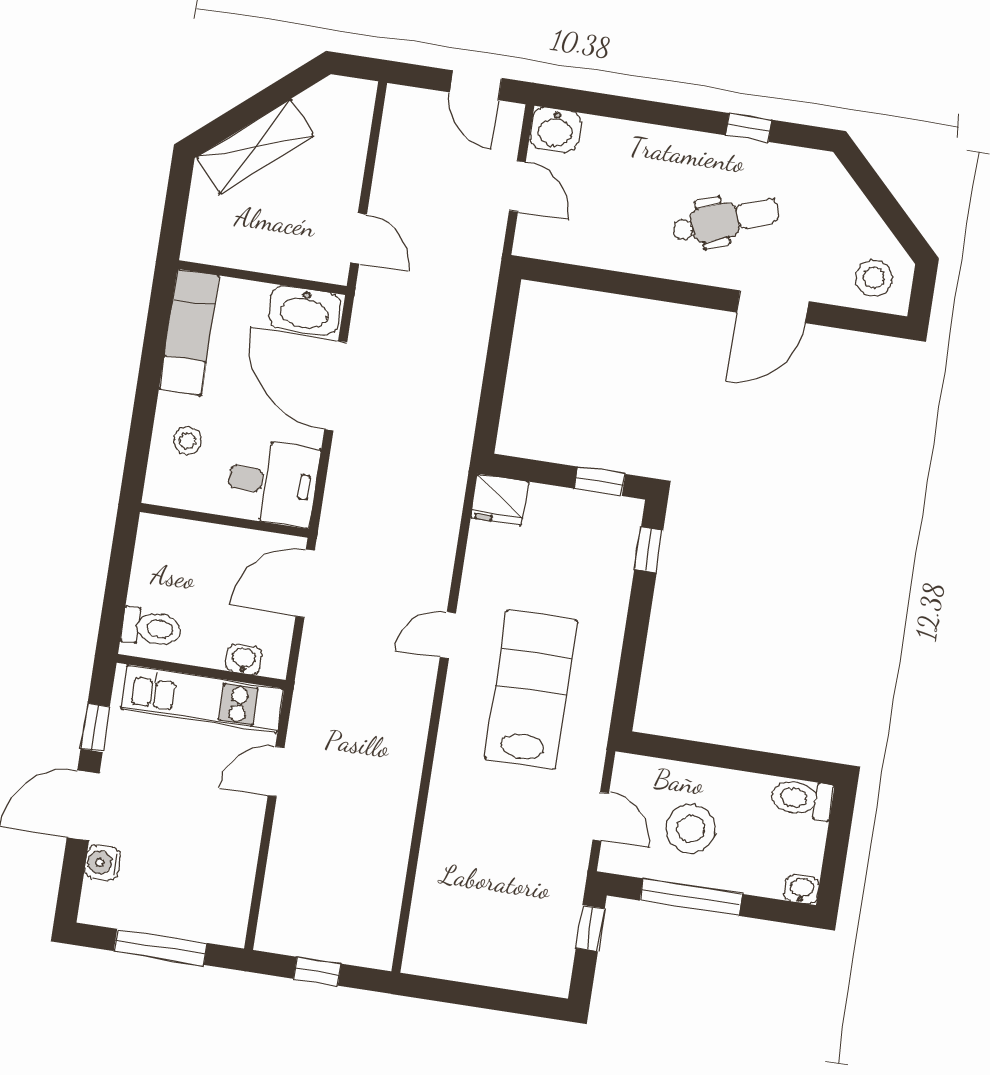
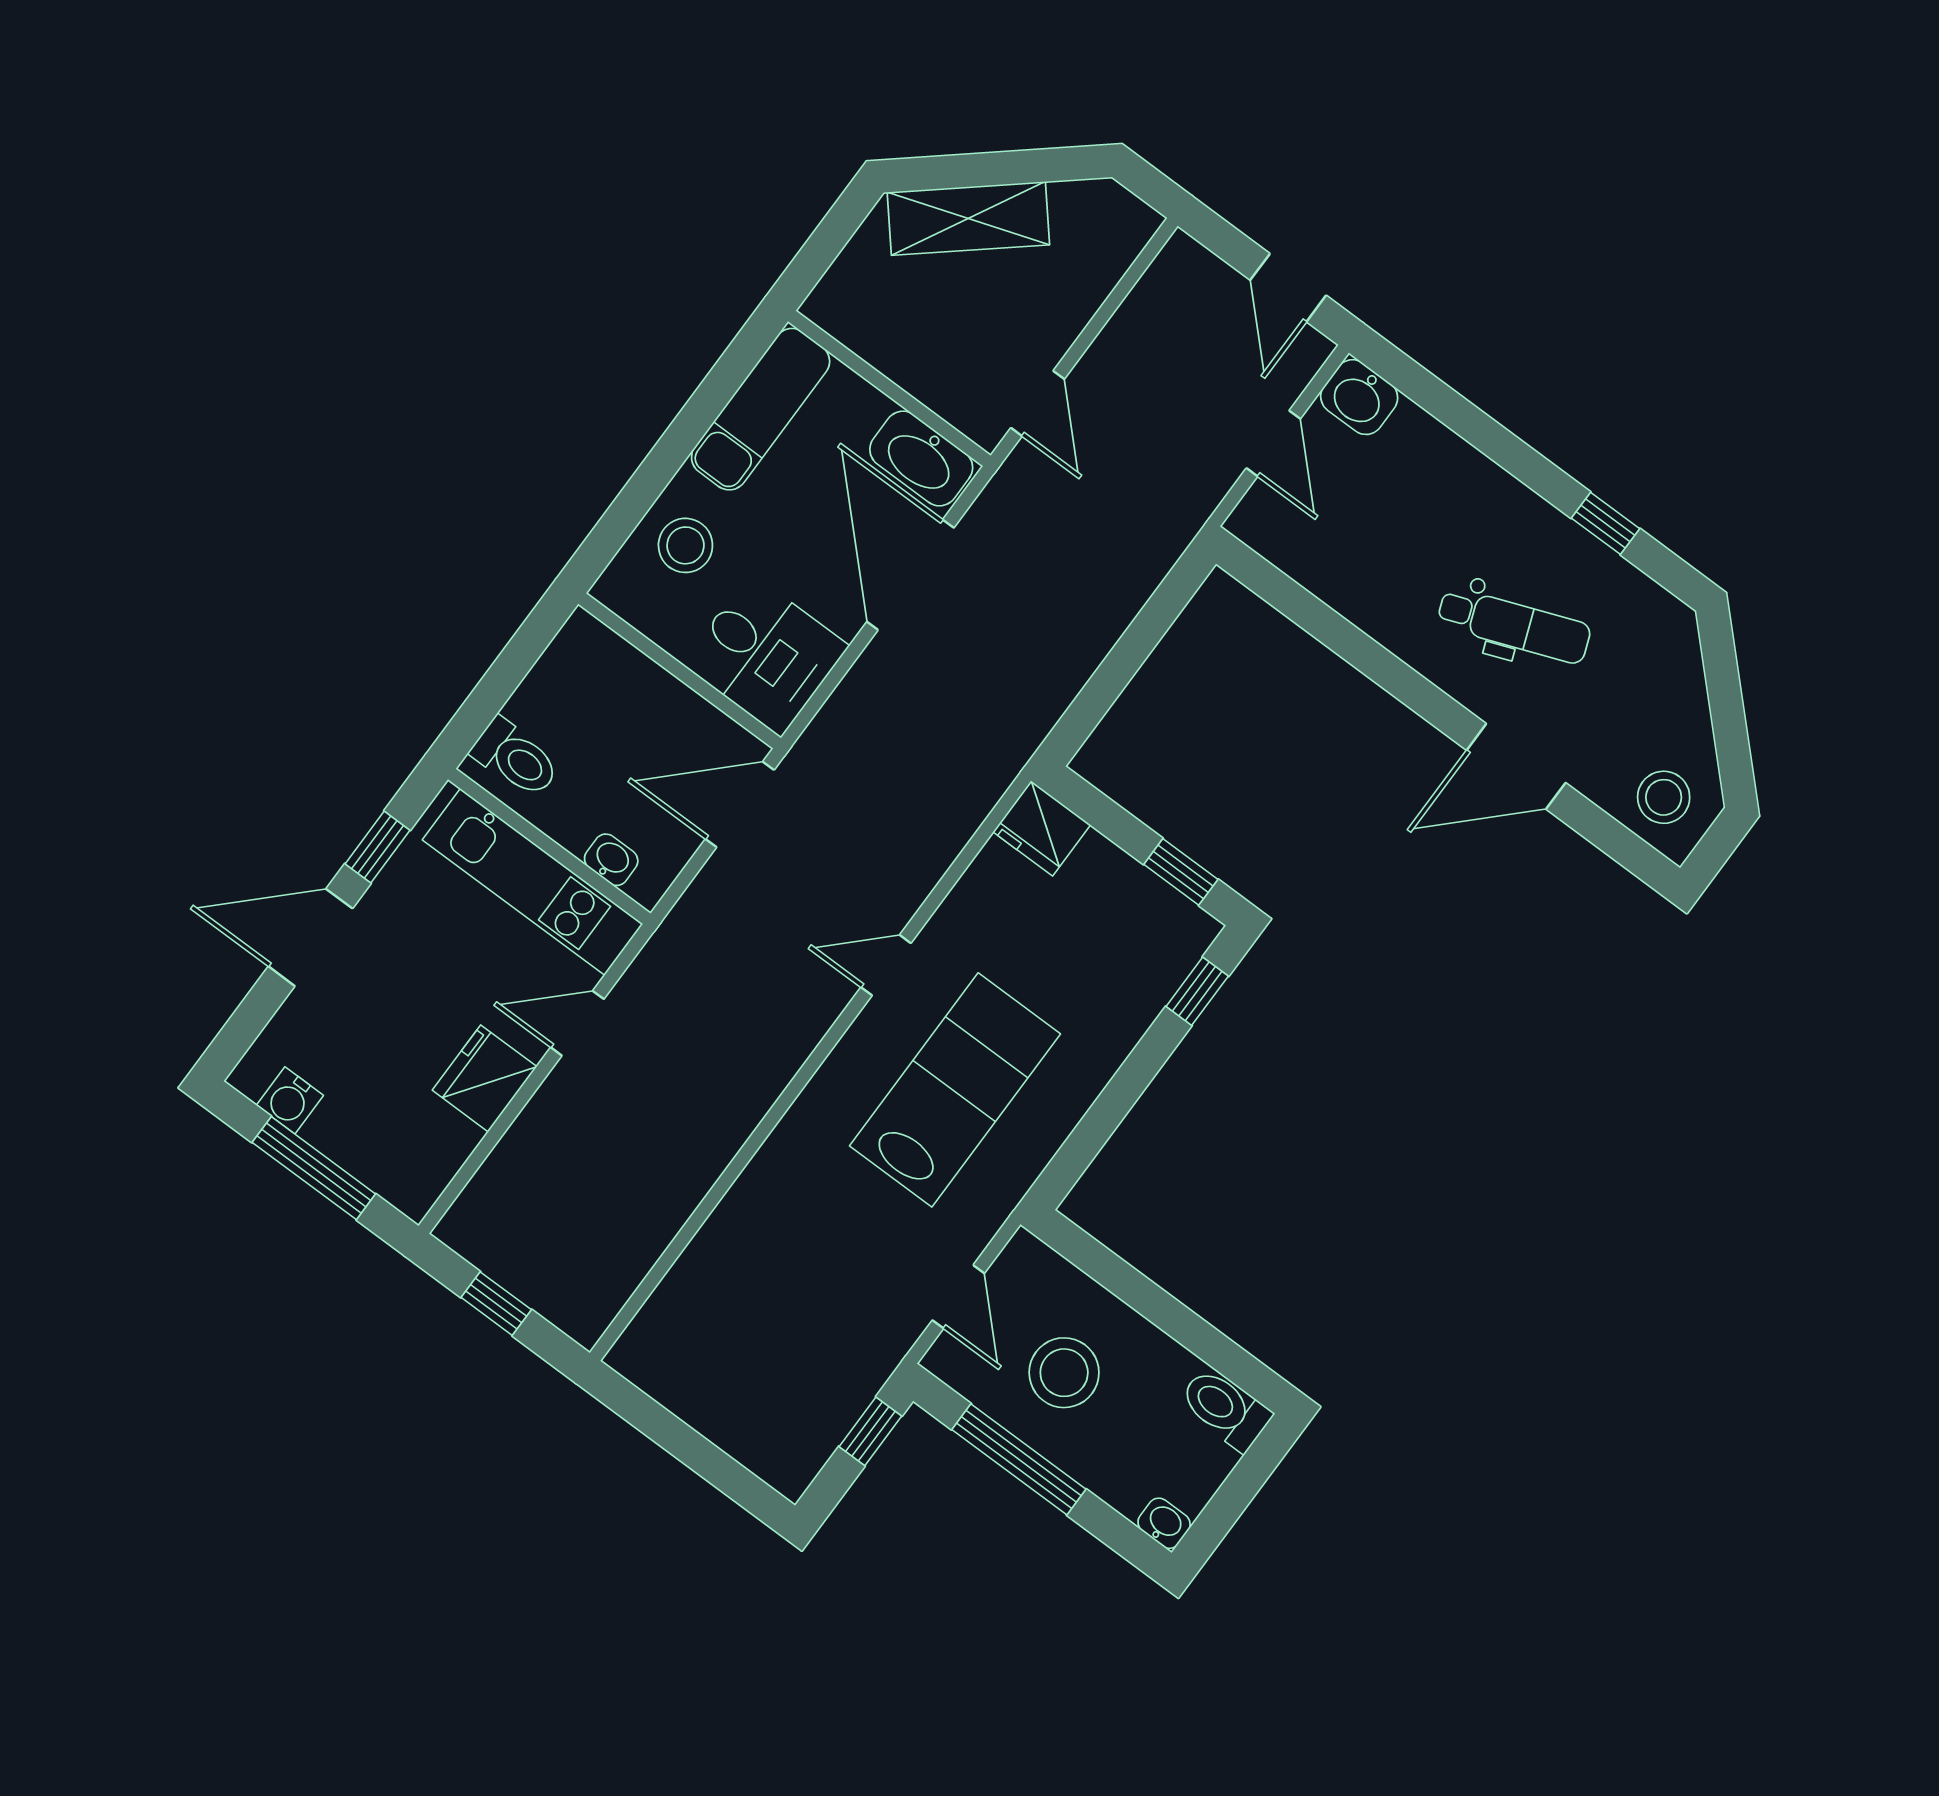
stool: (187, 441) -> (685, 545), width x1.37, depth x1.37
fridge: (237, 836) -> (485, 1078), added
water cooler: (103, 863) -> (290, 1100), moved, turned -90

